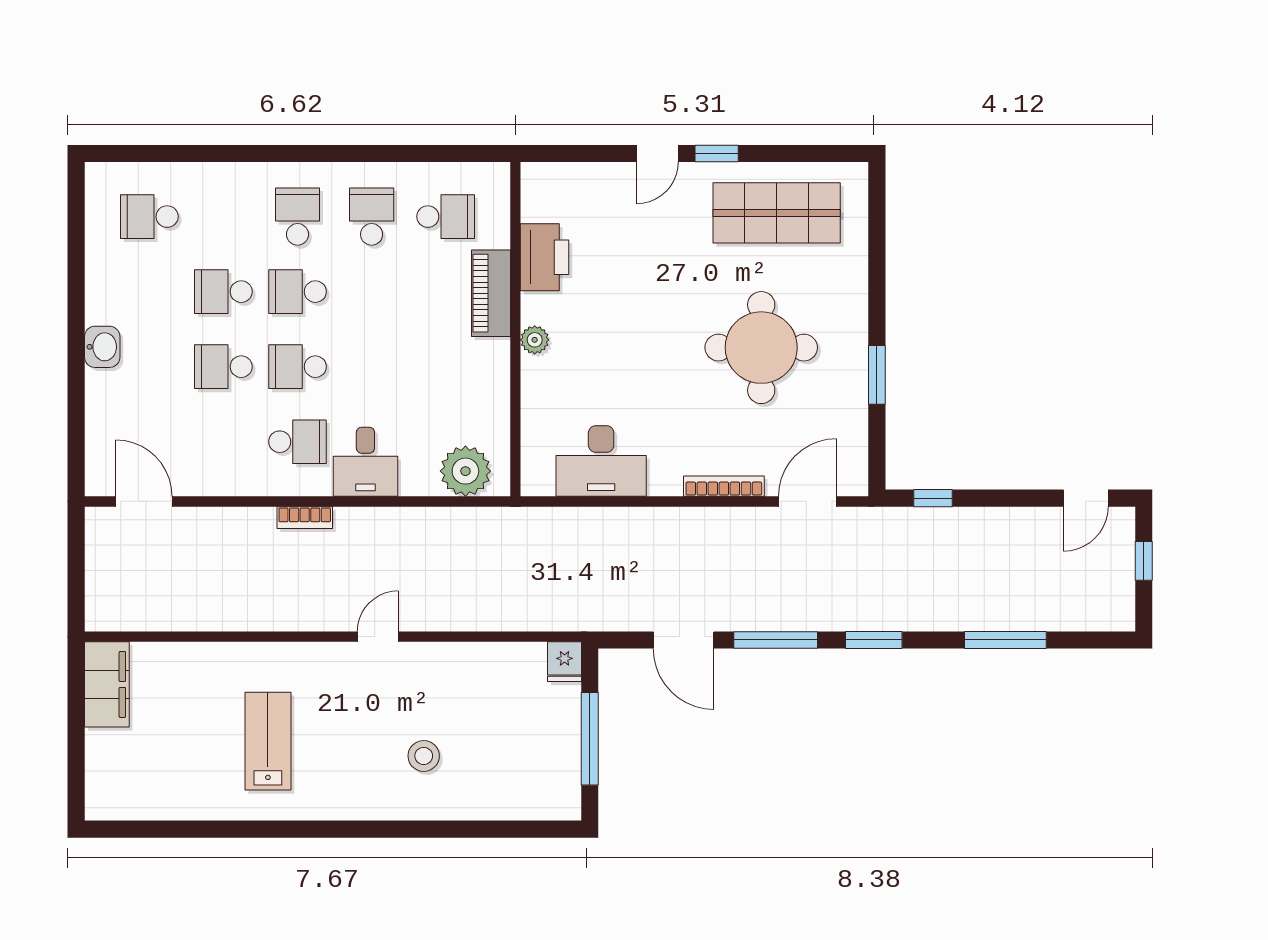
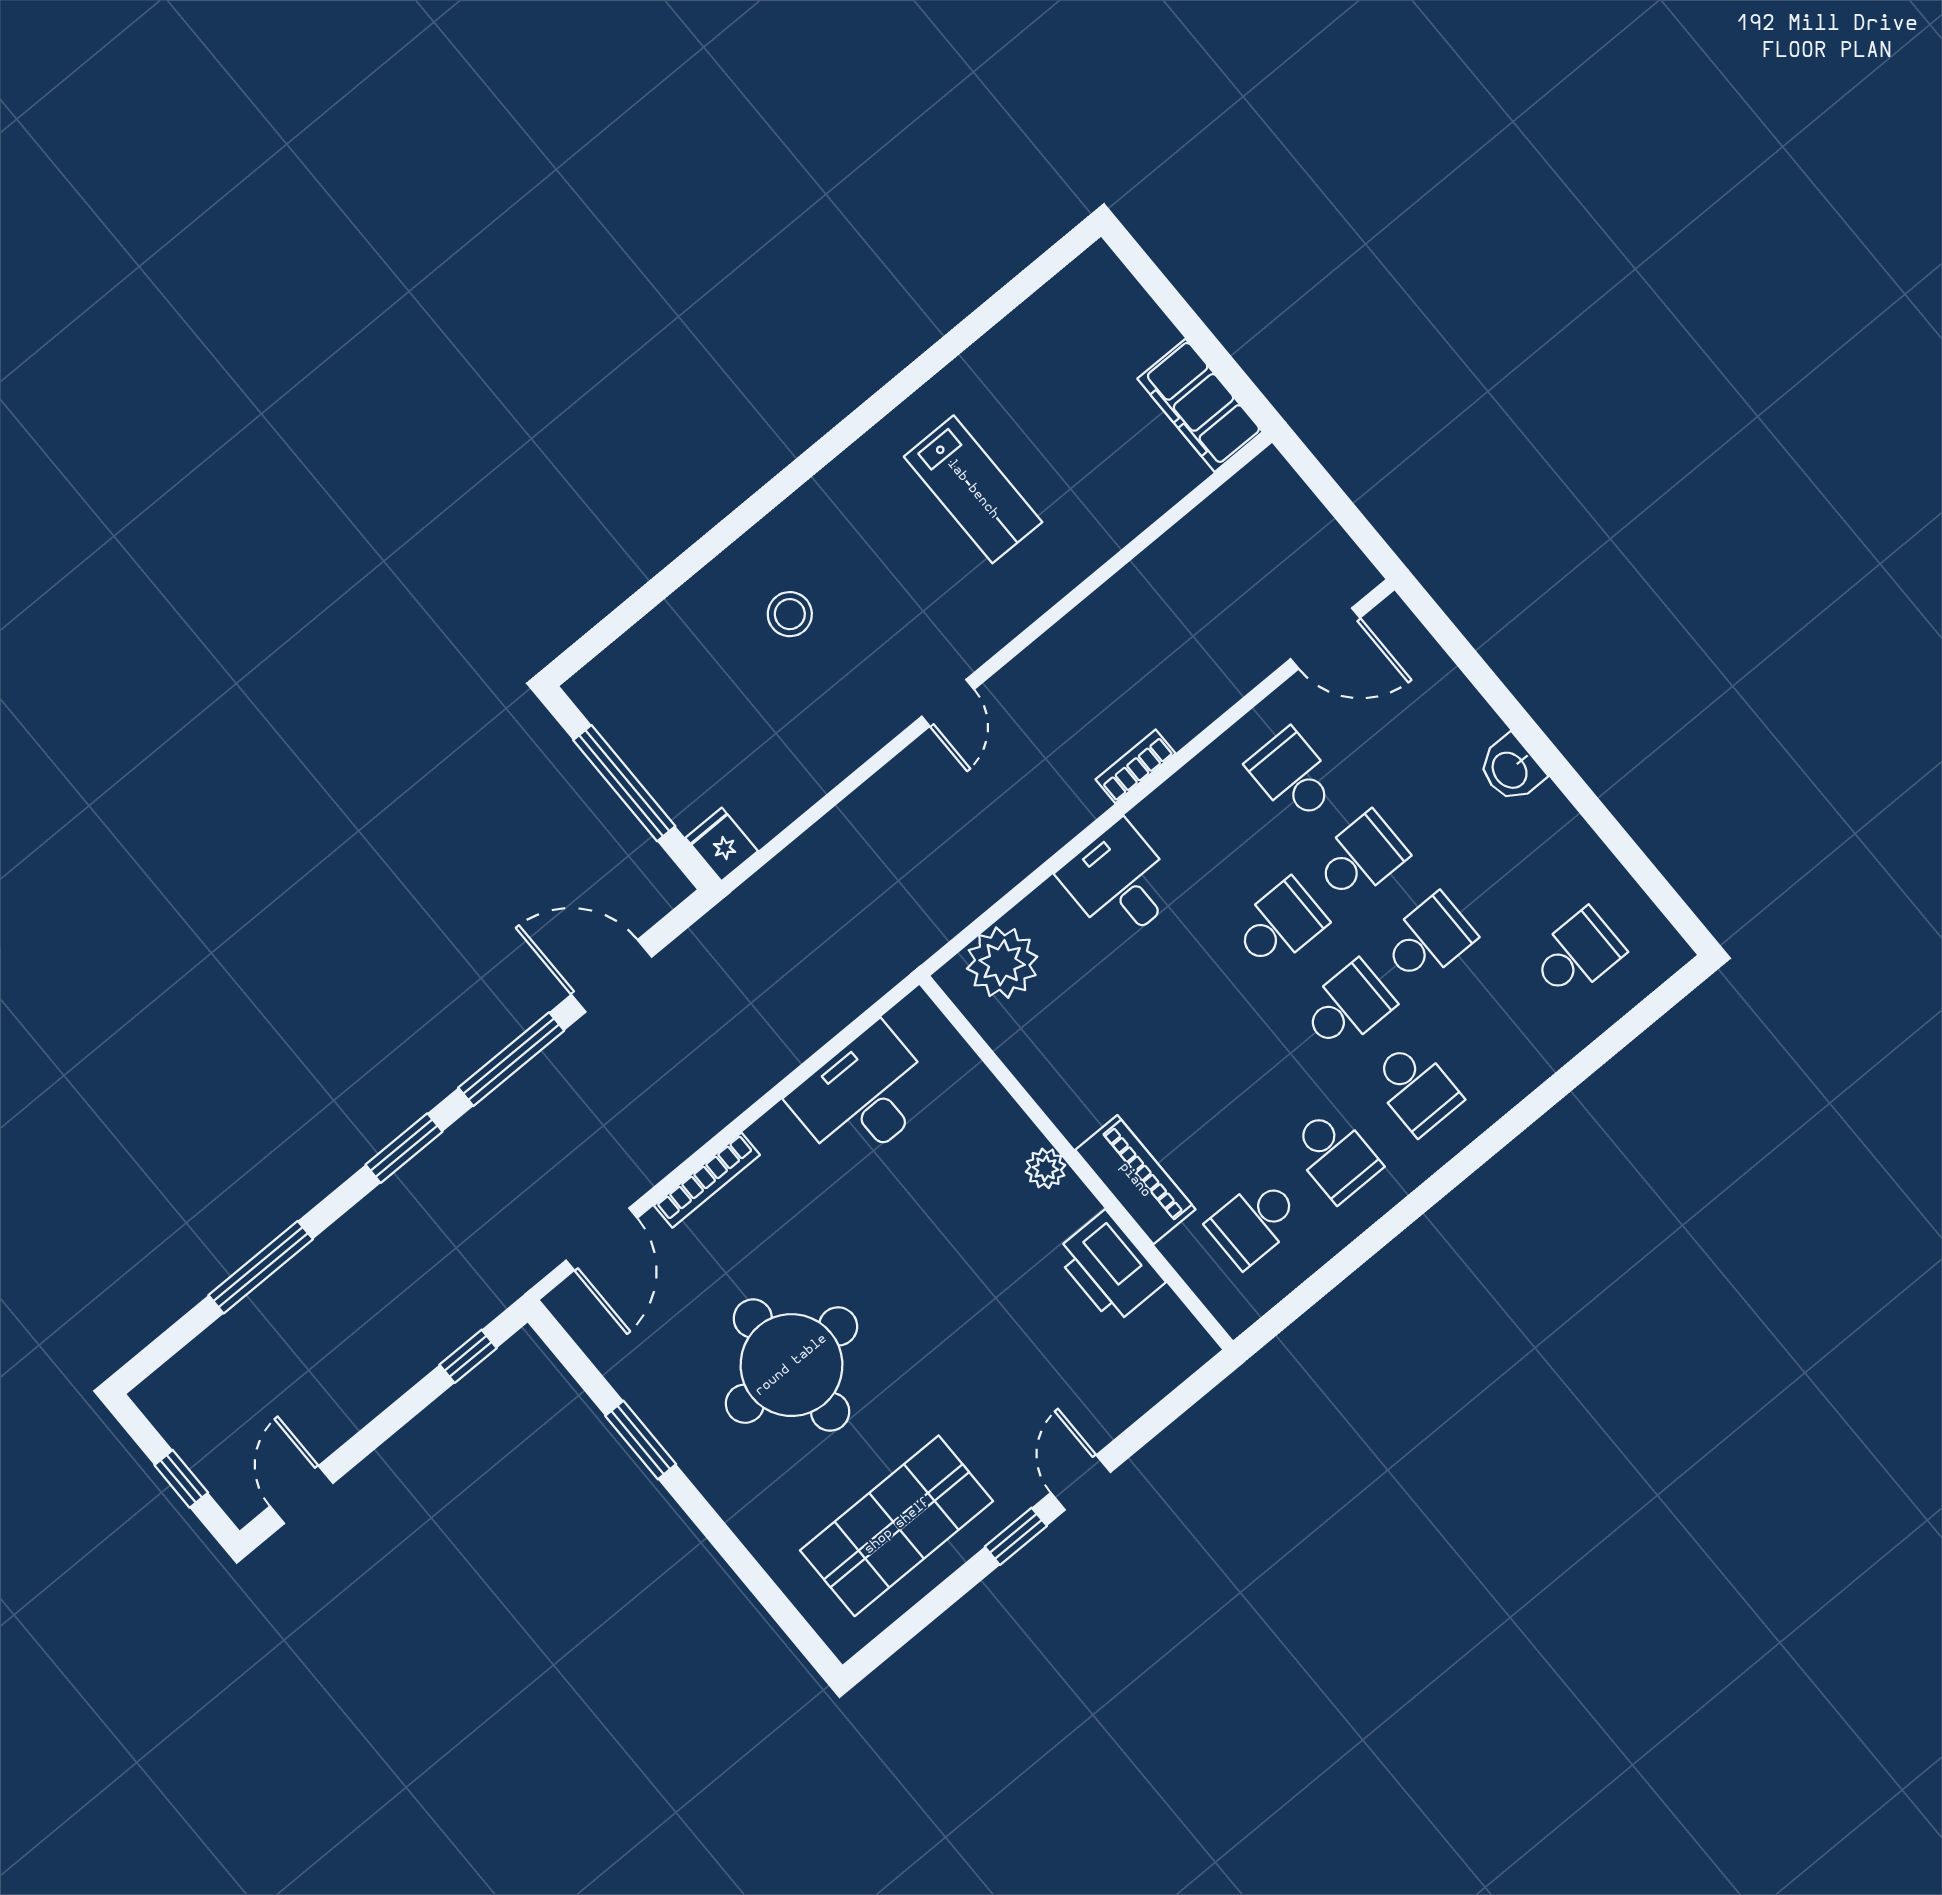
school desk: (297, 442) -> (1293, 776), moved, turned 90

